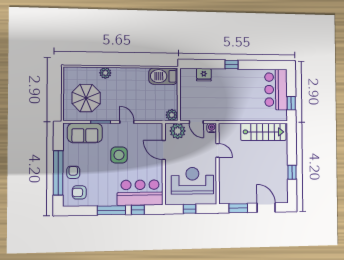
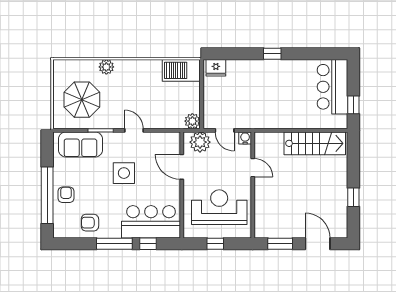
fridge: (204, 75) -> (216, 68), moved
armchair: (79, 192) -> (90, 223), moved

